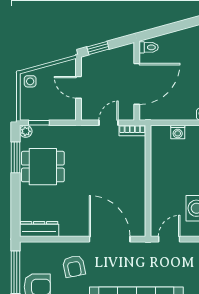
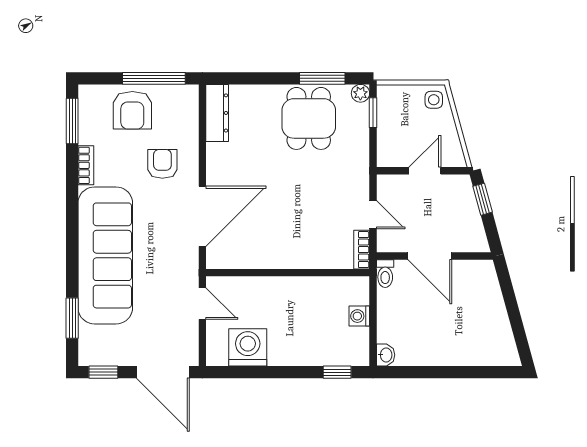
toilet: (149, 47) -> (385, 274), moved
door: (137, 84) -> (430, 256), width x0.73
armchair: (74, 266) -> (162, 164), turned 101

